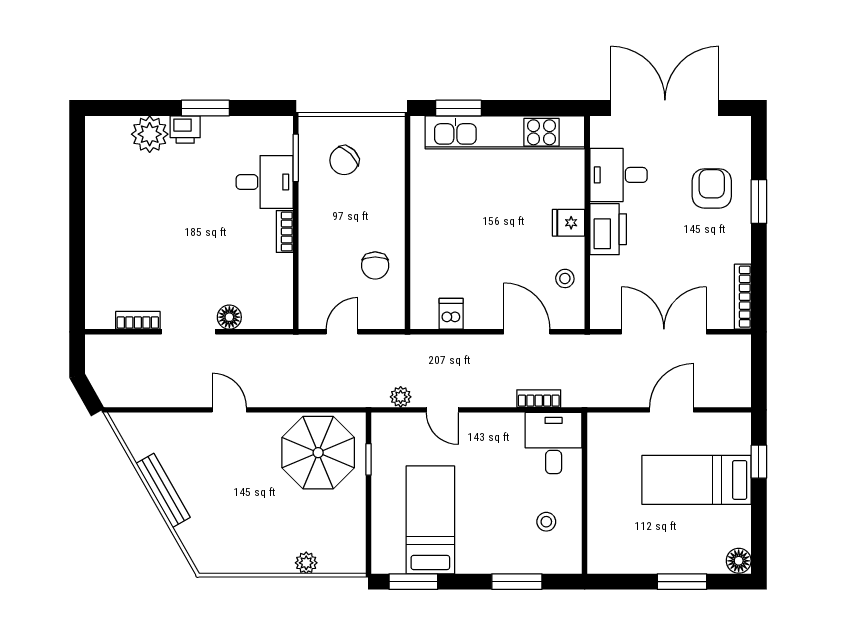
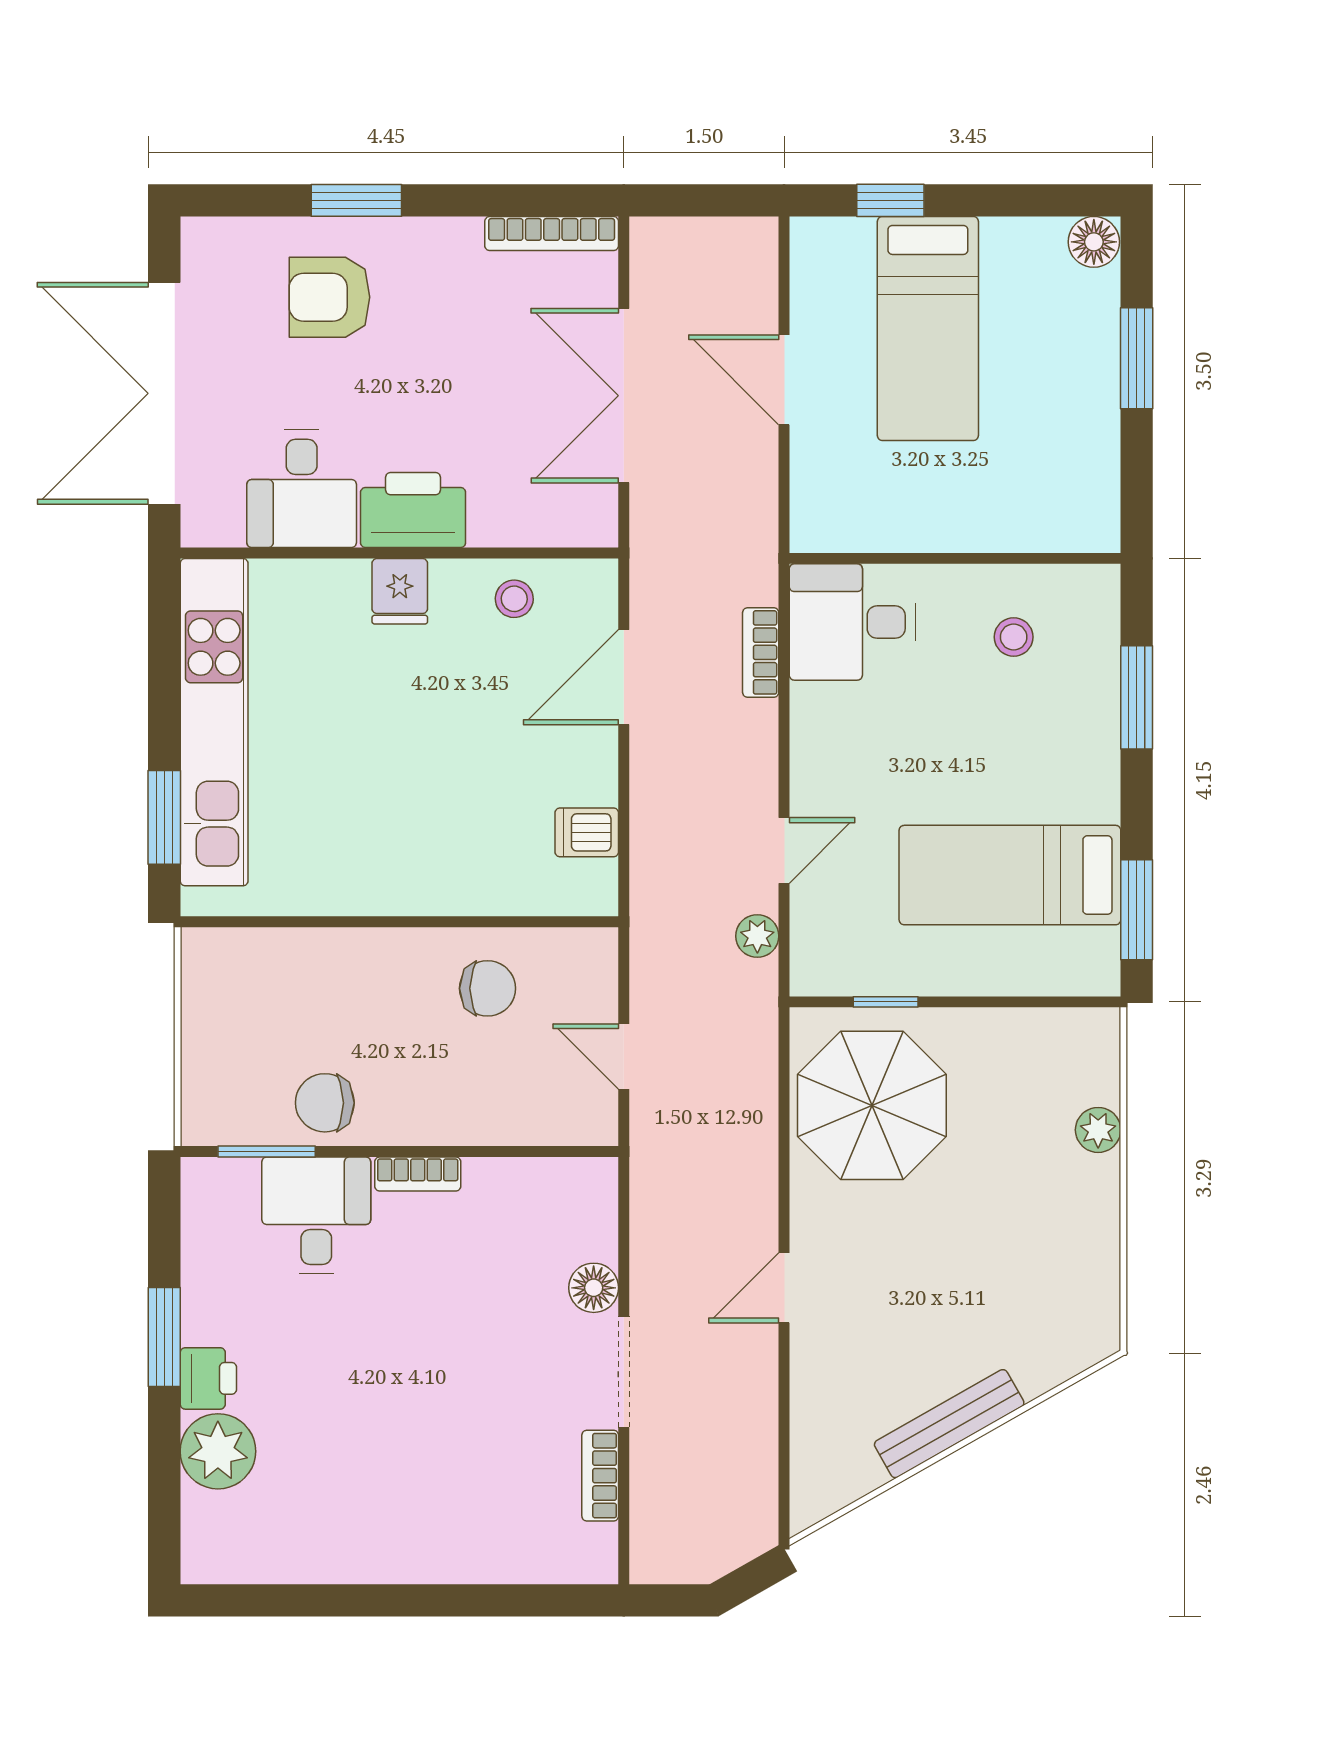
chair: (344, 160) -> (325, 1103), moved, turned 135

